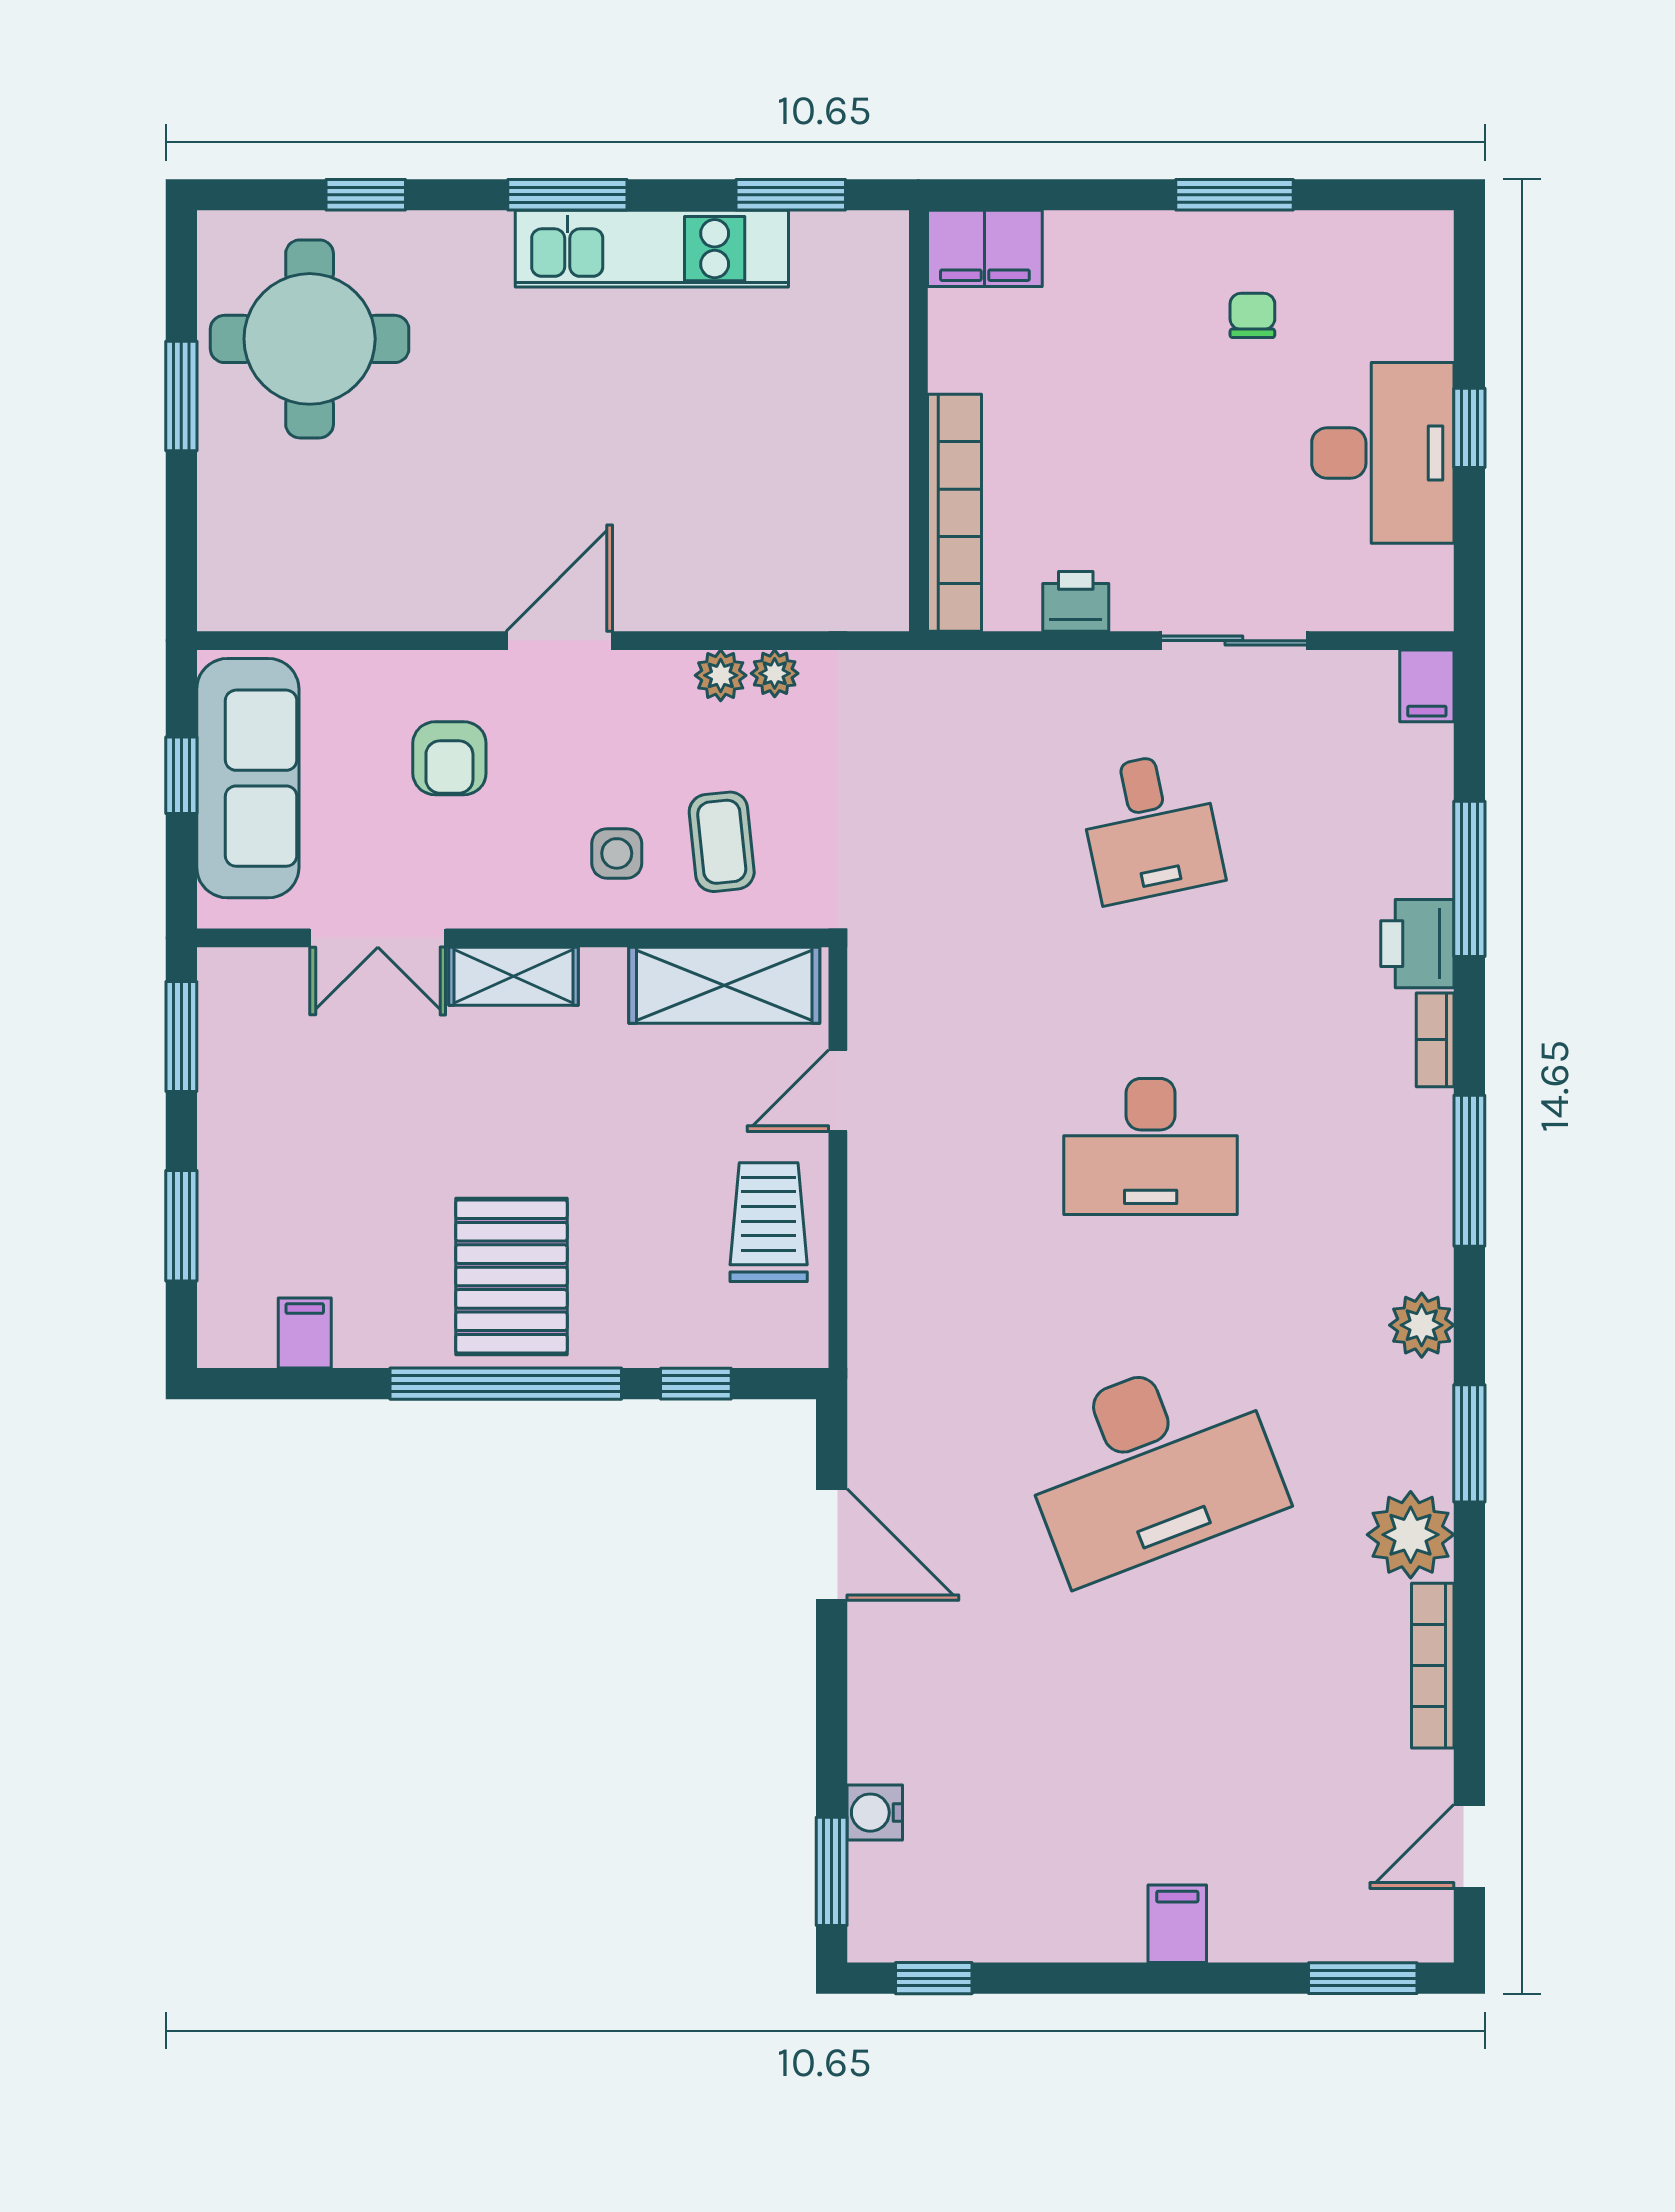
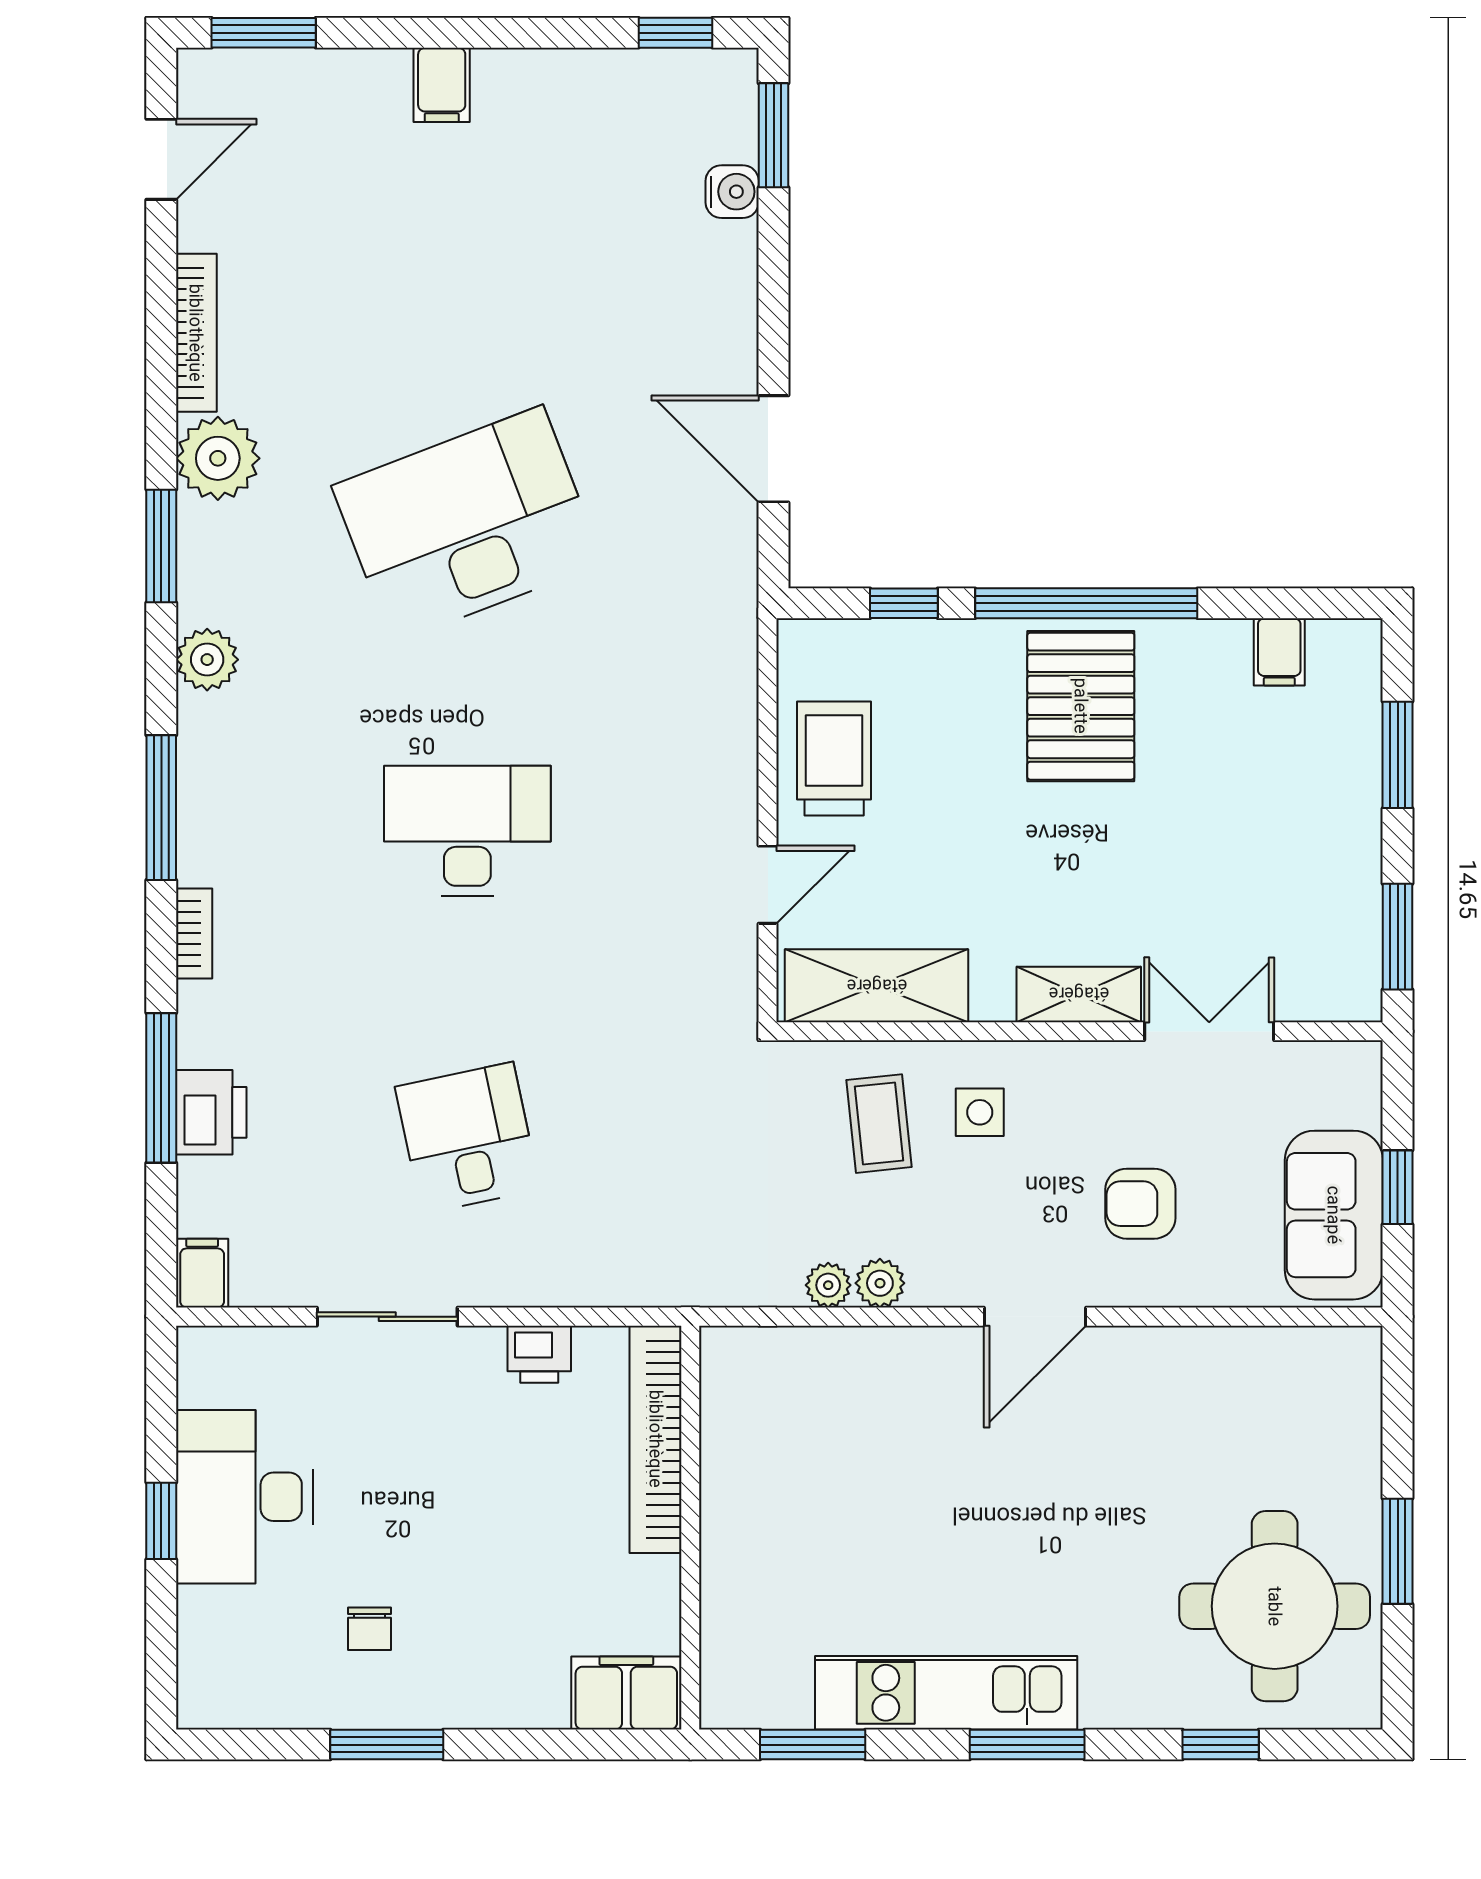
armchair: (449, 758) -> (1140, 1204), turned -90
sofa: (248, 778) -> (1334, 1215), width x0.73
printer: (1417, 944) -> (211, 1112), moved
trolley: (769, 1222) -> (834, 758), turned 180

